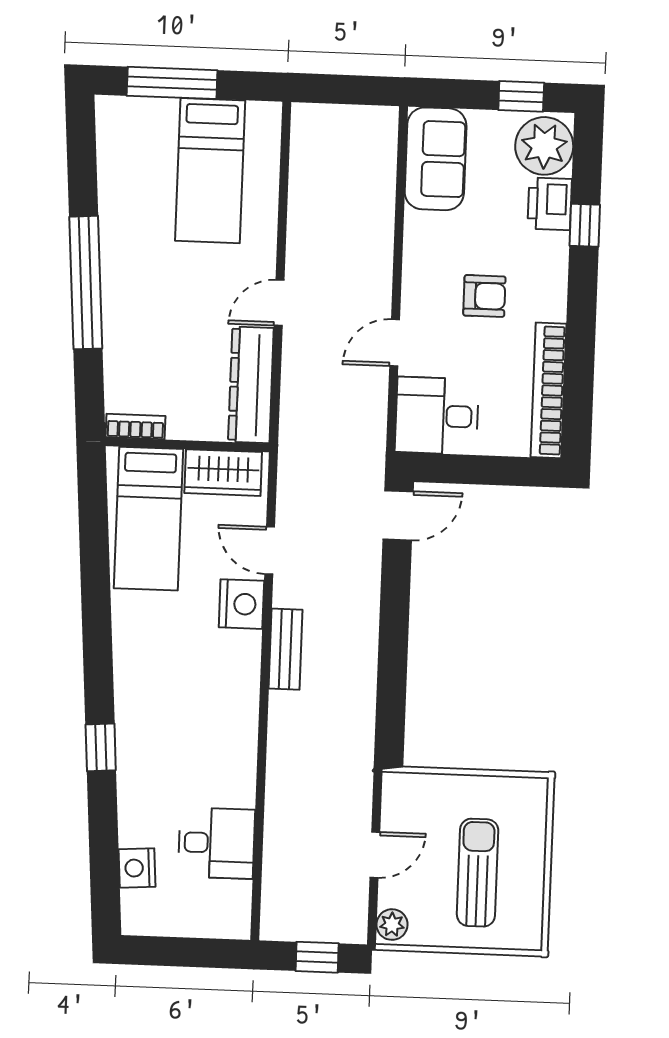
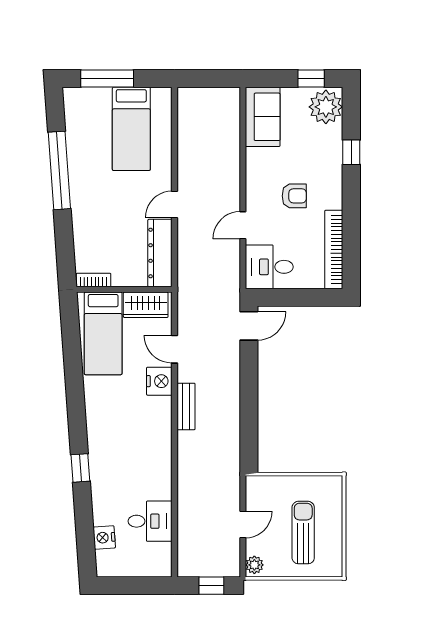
printer: (550, 204) -> (330, 141), removed
window: (86, 283) -> (59, 170), moved

